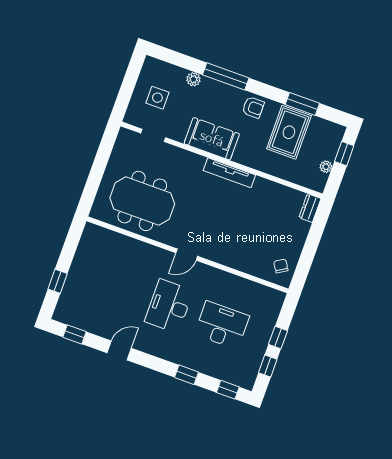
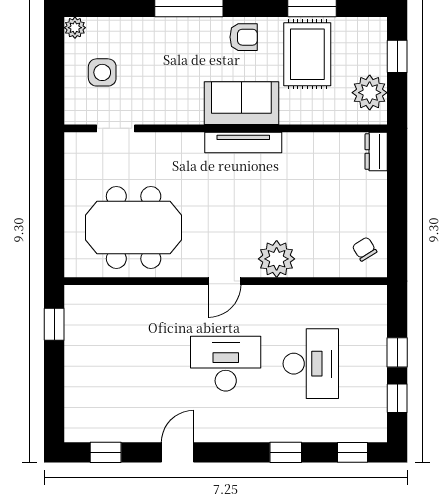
plant: (194, 79) -> (75, 28), moved
sofa: (212, 139) -> (241, 103), moved
plant: (326, 167) -> (370, 93), width x1.88, depth x1.88
plant: (224, 252) -> (277, 259), added
window: (58, 281) -> (54, 324), moved
desk: (169, 306) -> (226, 364), turned 90
desk: (222, 325) -> (311, 364), turned 90

